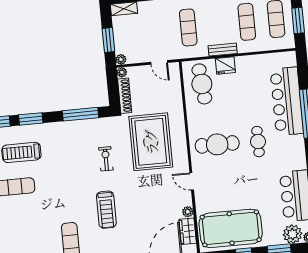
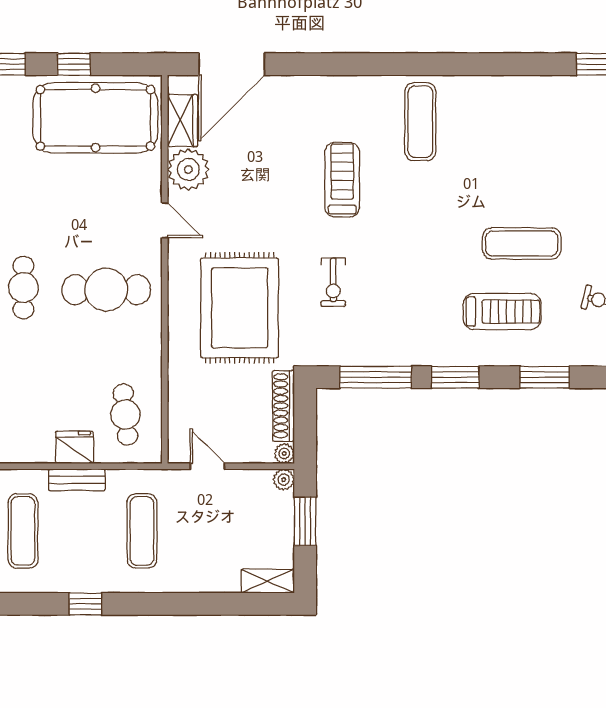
cafe table: (202, 84) -> (125, 414), width x0.73, depth x0.74
window: (31, 119) -> (455, 377), moved
plant: (188, 212) -> (188, 169), width x1.87, depth x1.87

